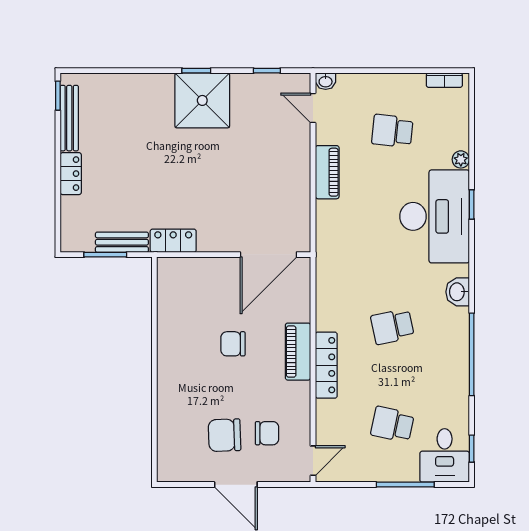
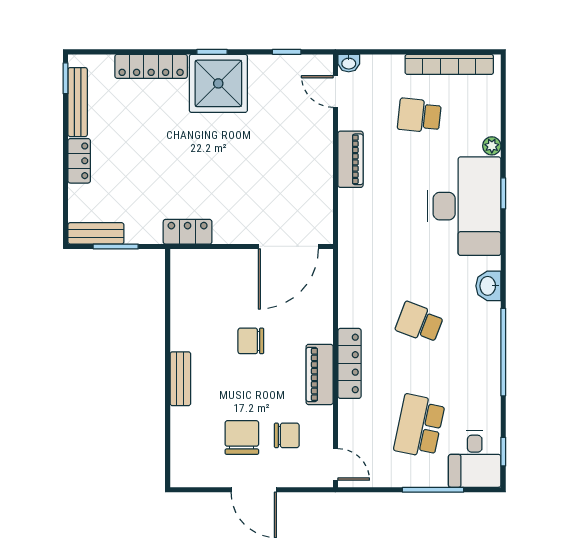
bookcase: (444, 80) -> (449, 64), width x2.31, depth x1.31
locker: (139, 84) -> (151, 66), added
bench: (122, 242) -> (96, 233), moved
school desk: (392, 327) -> (419, 323), turned 33
piano: (298, 352) -> (320, 374), moved
bench: (166, 380) -> (180, 379), added
school desk: (392, 424) -> (419, 426), width x1.85
chair: (225, 435) -> (242, 438), turned 92
door: (313, 461) -> (335, 464), hinge flipped

